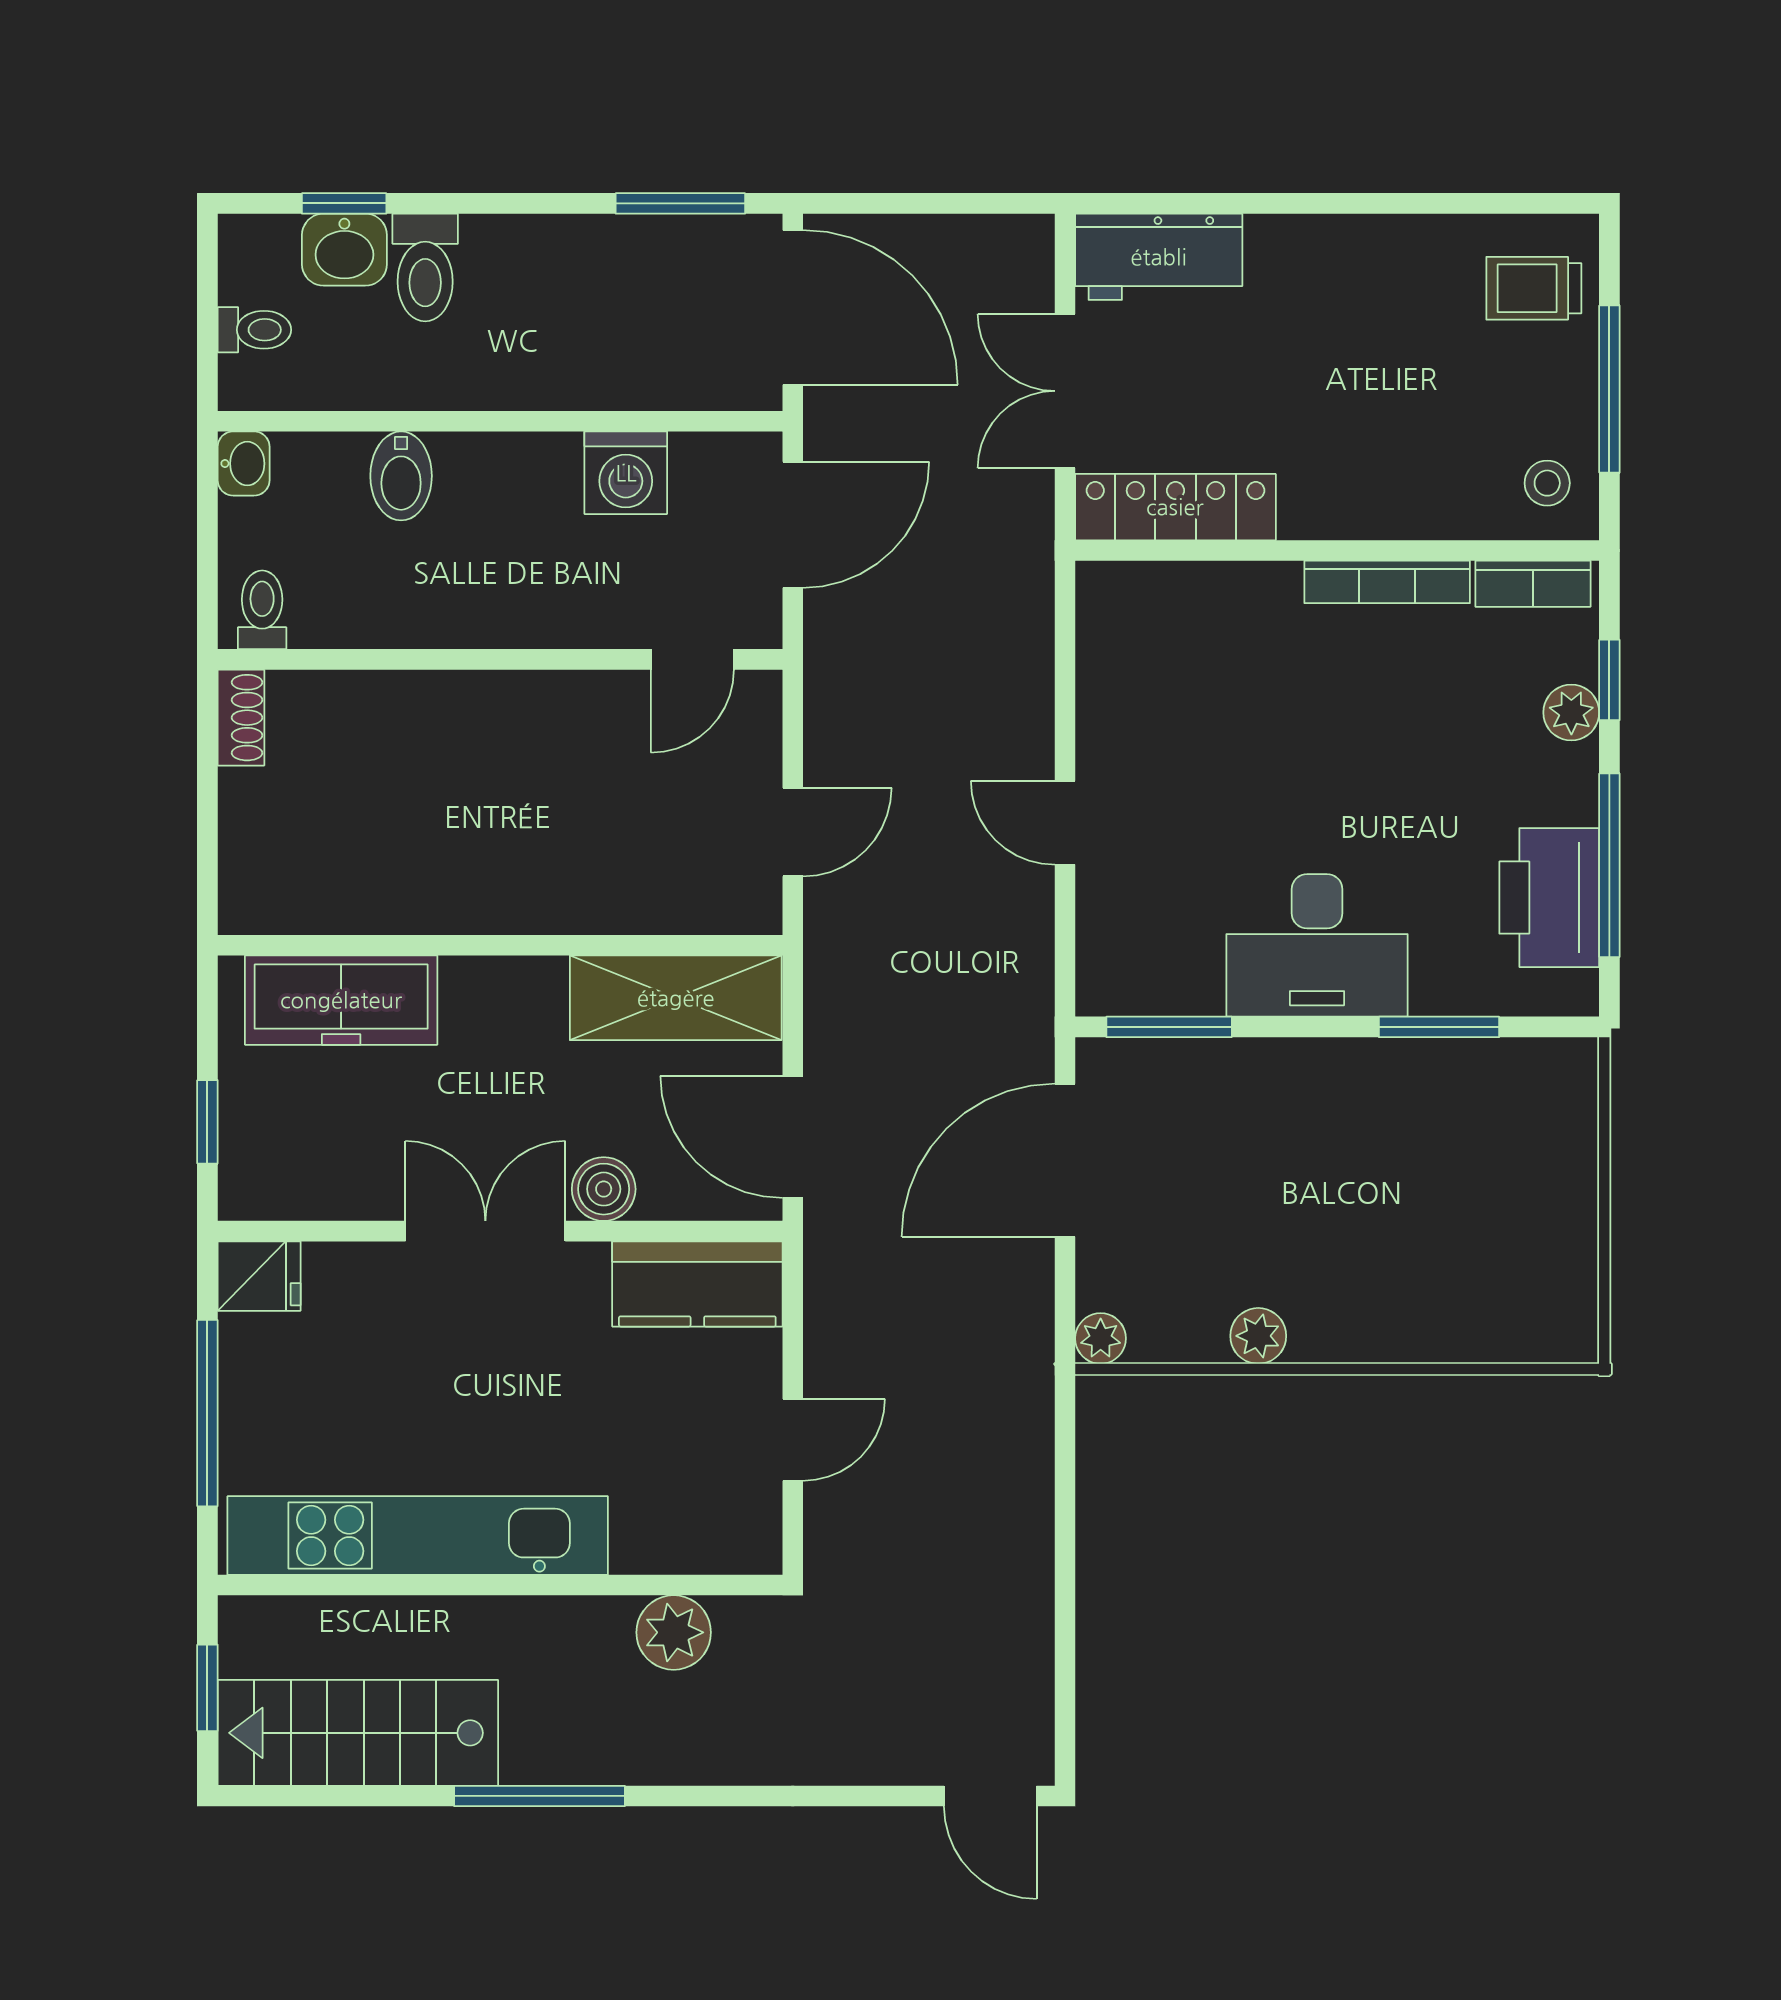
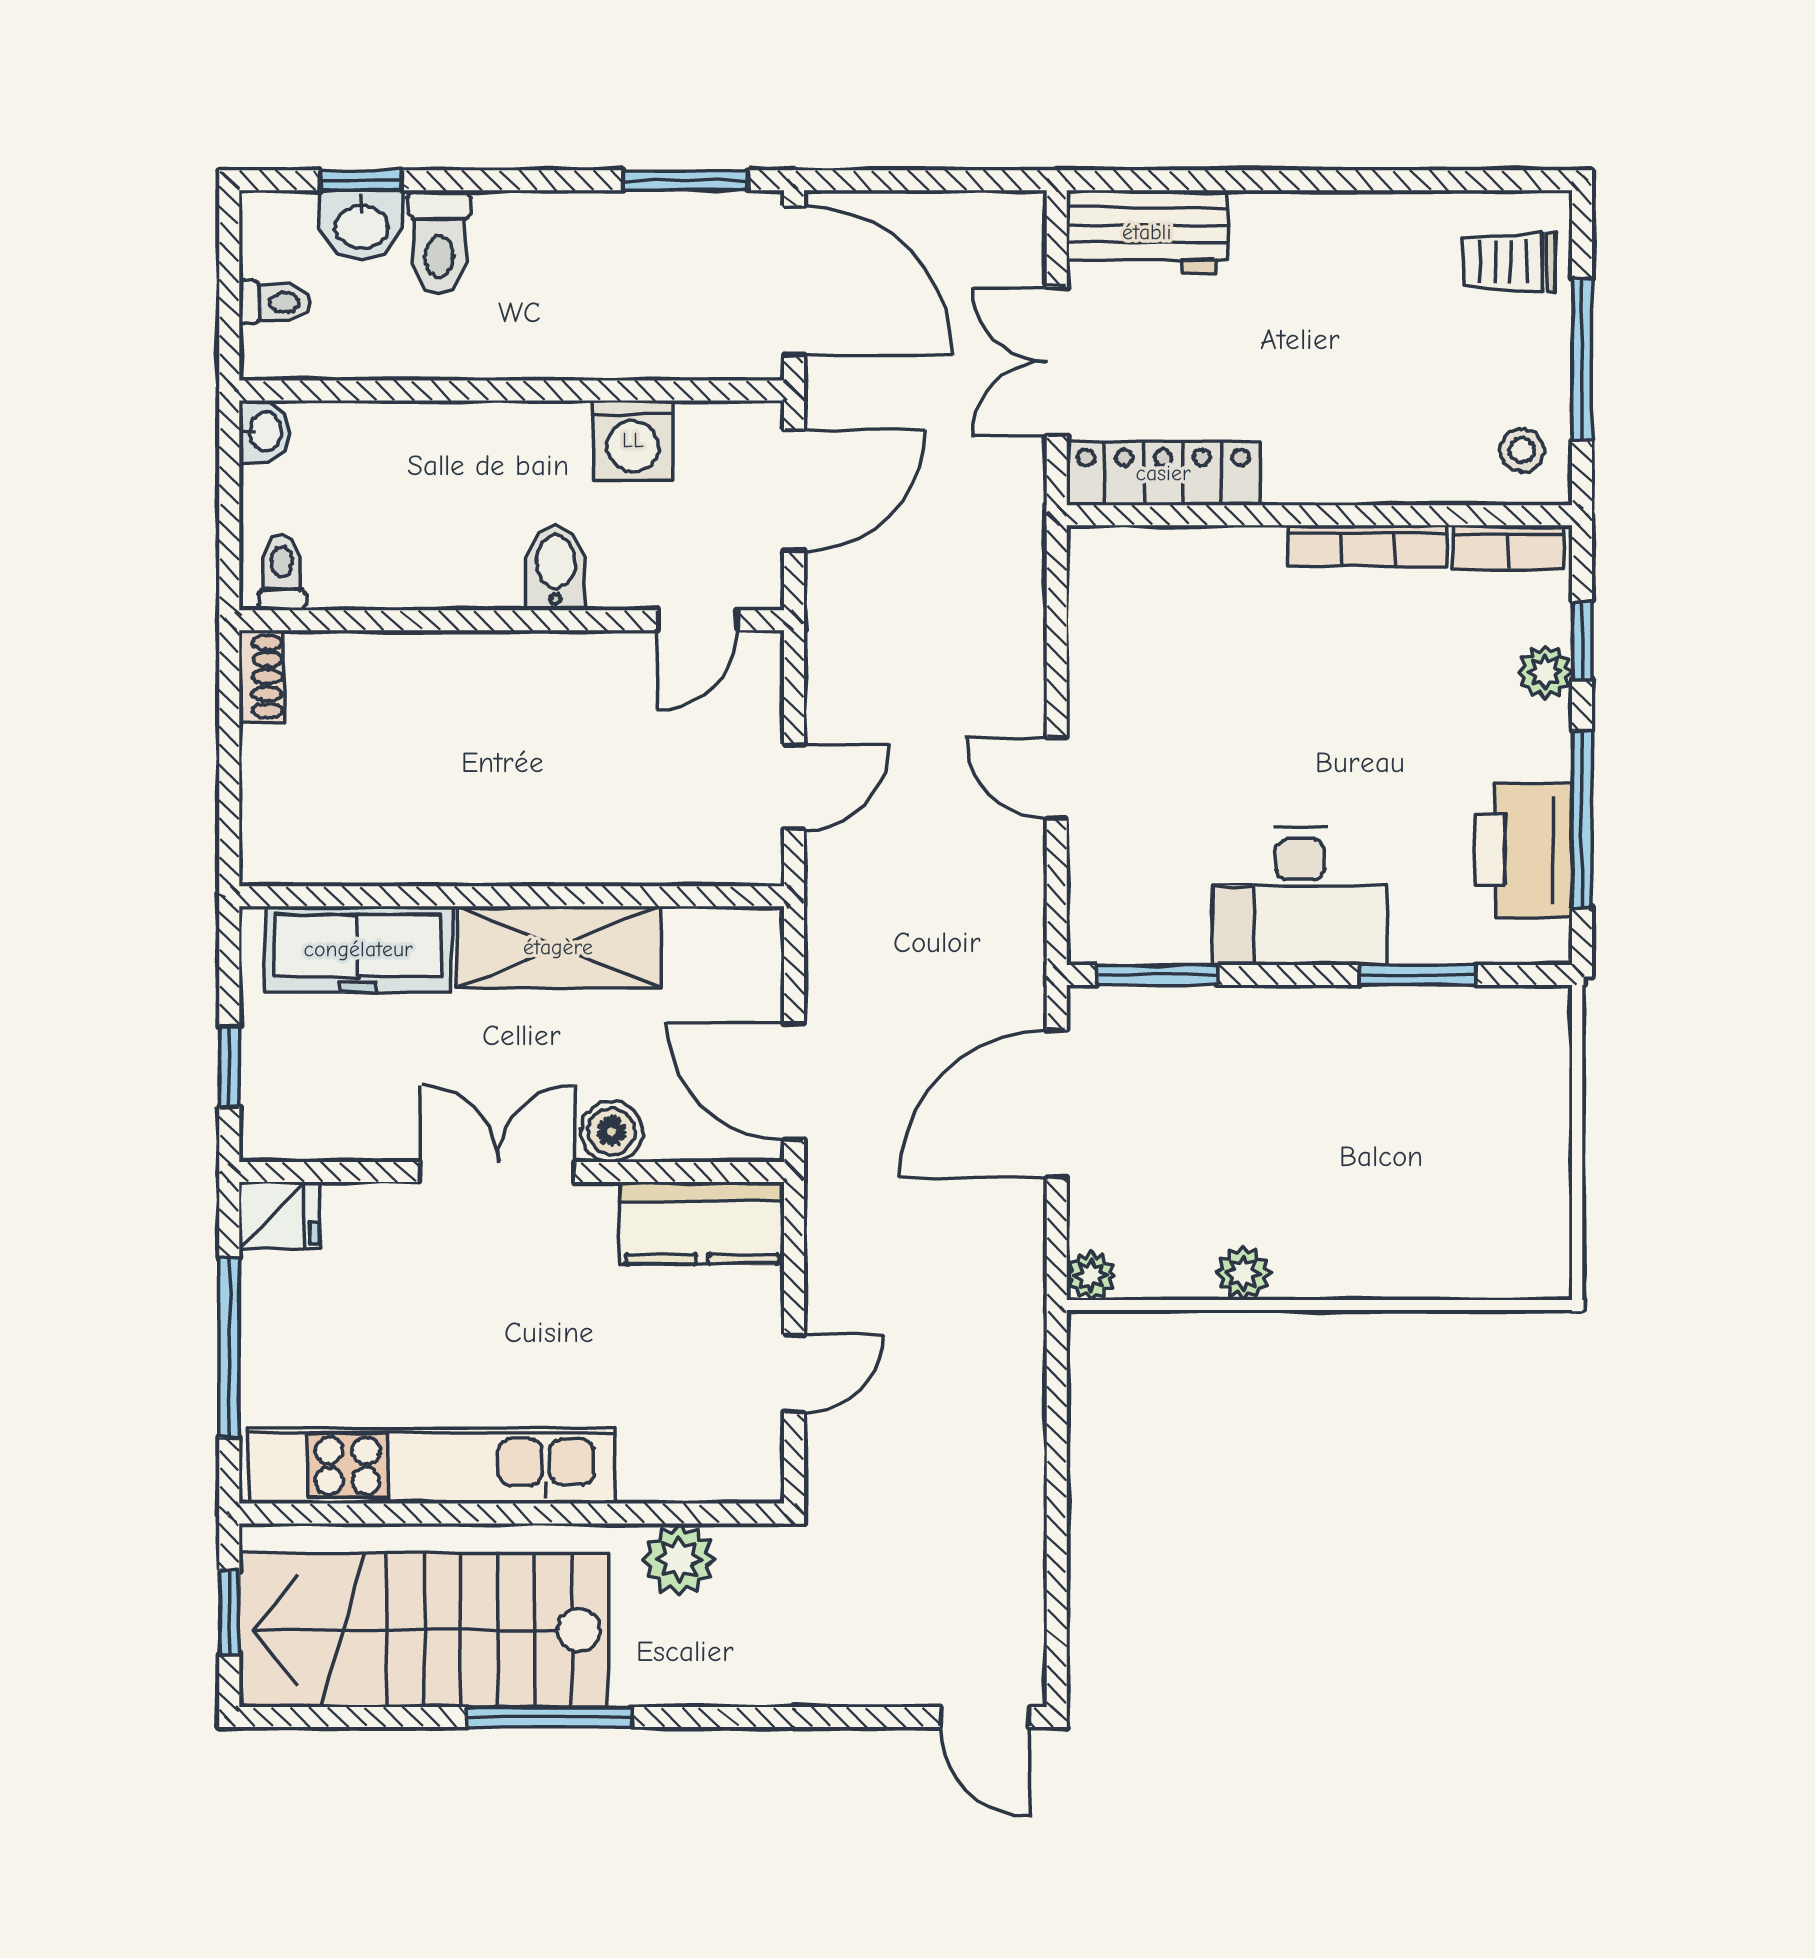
bidet: (401, 476) -> (556, 568), moved, turned 180
shelving: (676, 998) -> (558, 947), moved
stairs: (358, 1733) -> (424, 1630), width x1.36, depth x1.51

